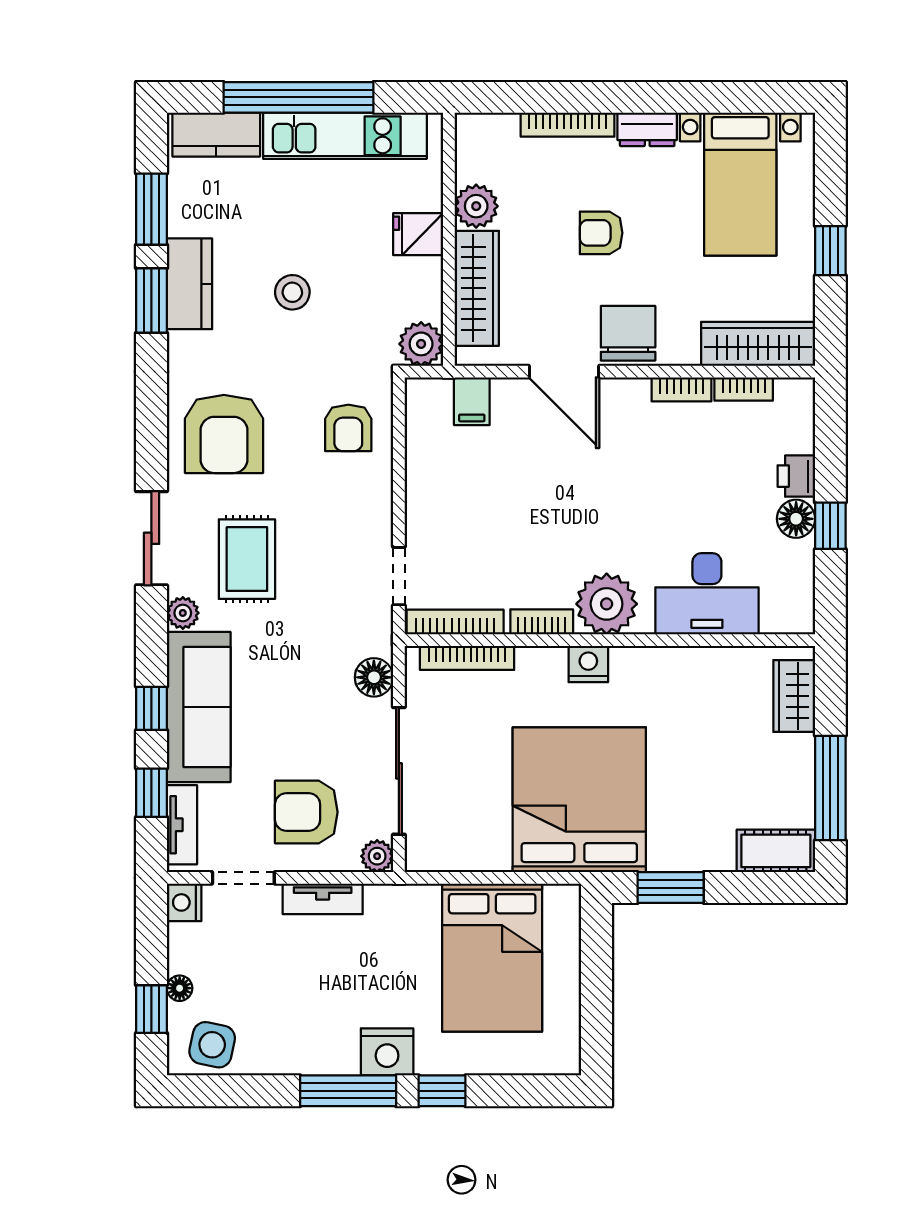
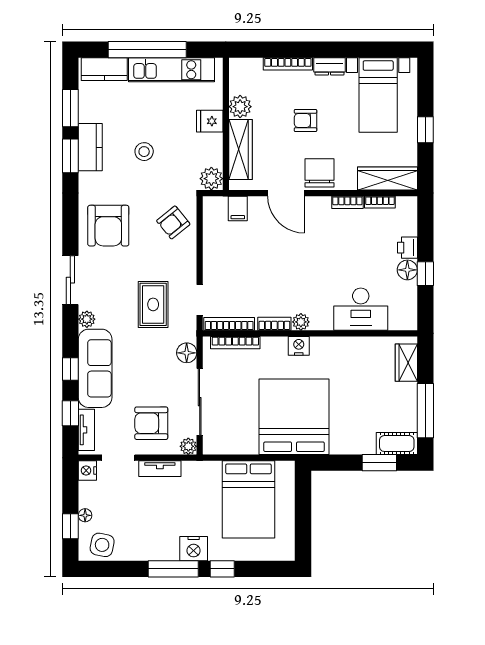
armchair: (348, 428) -> (173, 222), turned 51
rug: (247, 559) -> (153, 304), moved
plant: (607, 604) -> (301, 322), width x0.53, depth x0.53
window: (671, 888) -> (379, 463), moved

